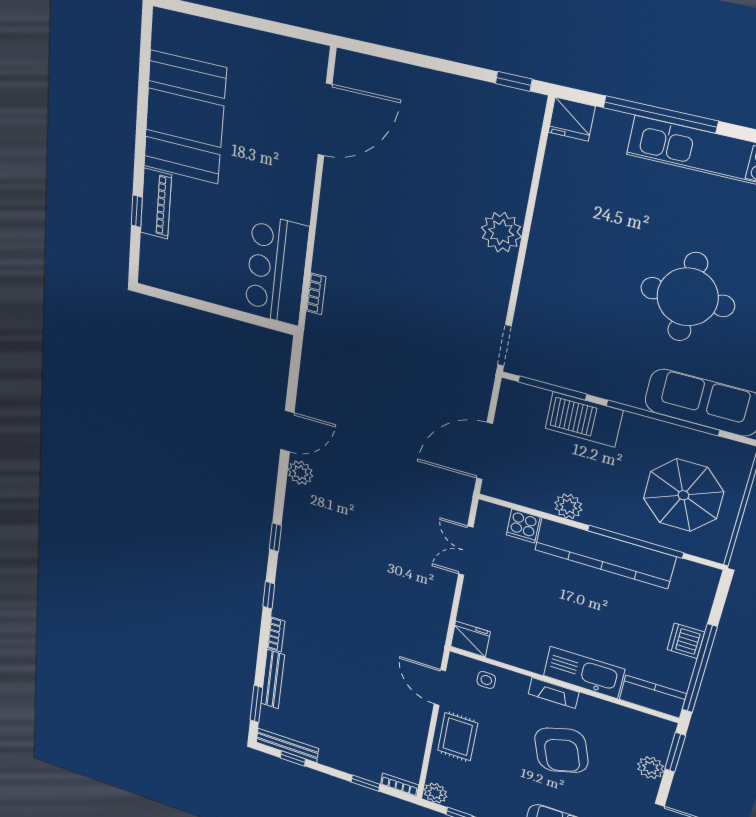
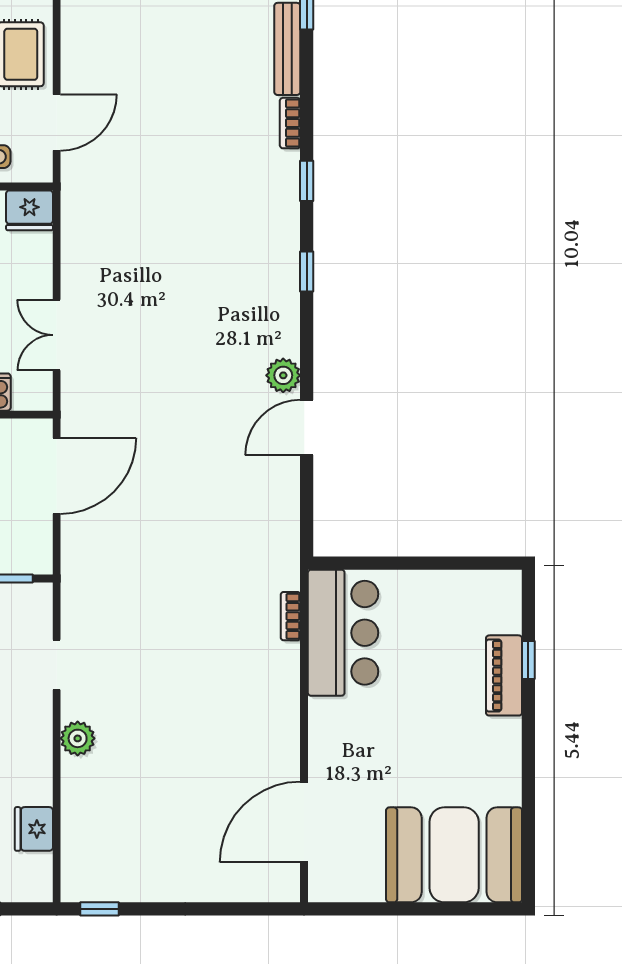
booth: (185, 118) -> (454, 855), moved, turned 90
fridge: (572, 119) -> (34, 829), moved, turned -90
plant: (501, 232) -> (78, 738), width x0.73, depth x0.73
doorway: (504, 345) -> (57, 665), moved
double door: (466, 551) -> (57, 335), swing flipped
door: (440, 688) -> (57, 122), hinge flipped

